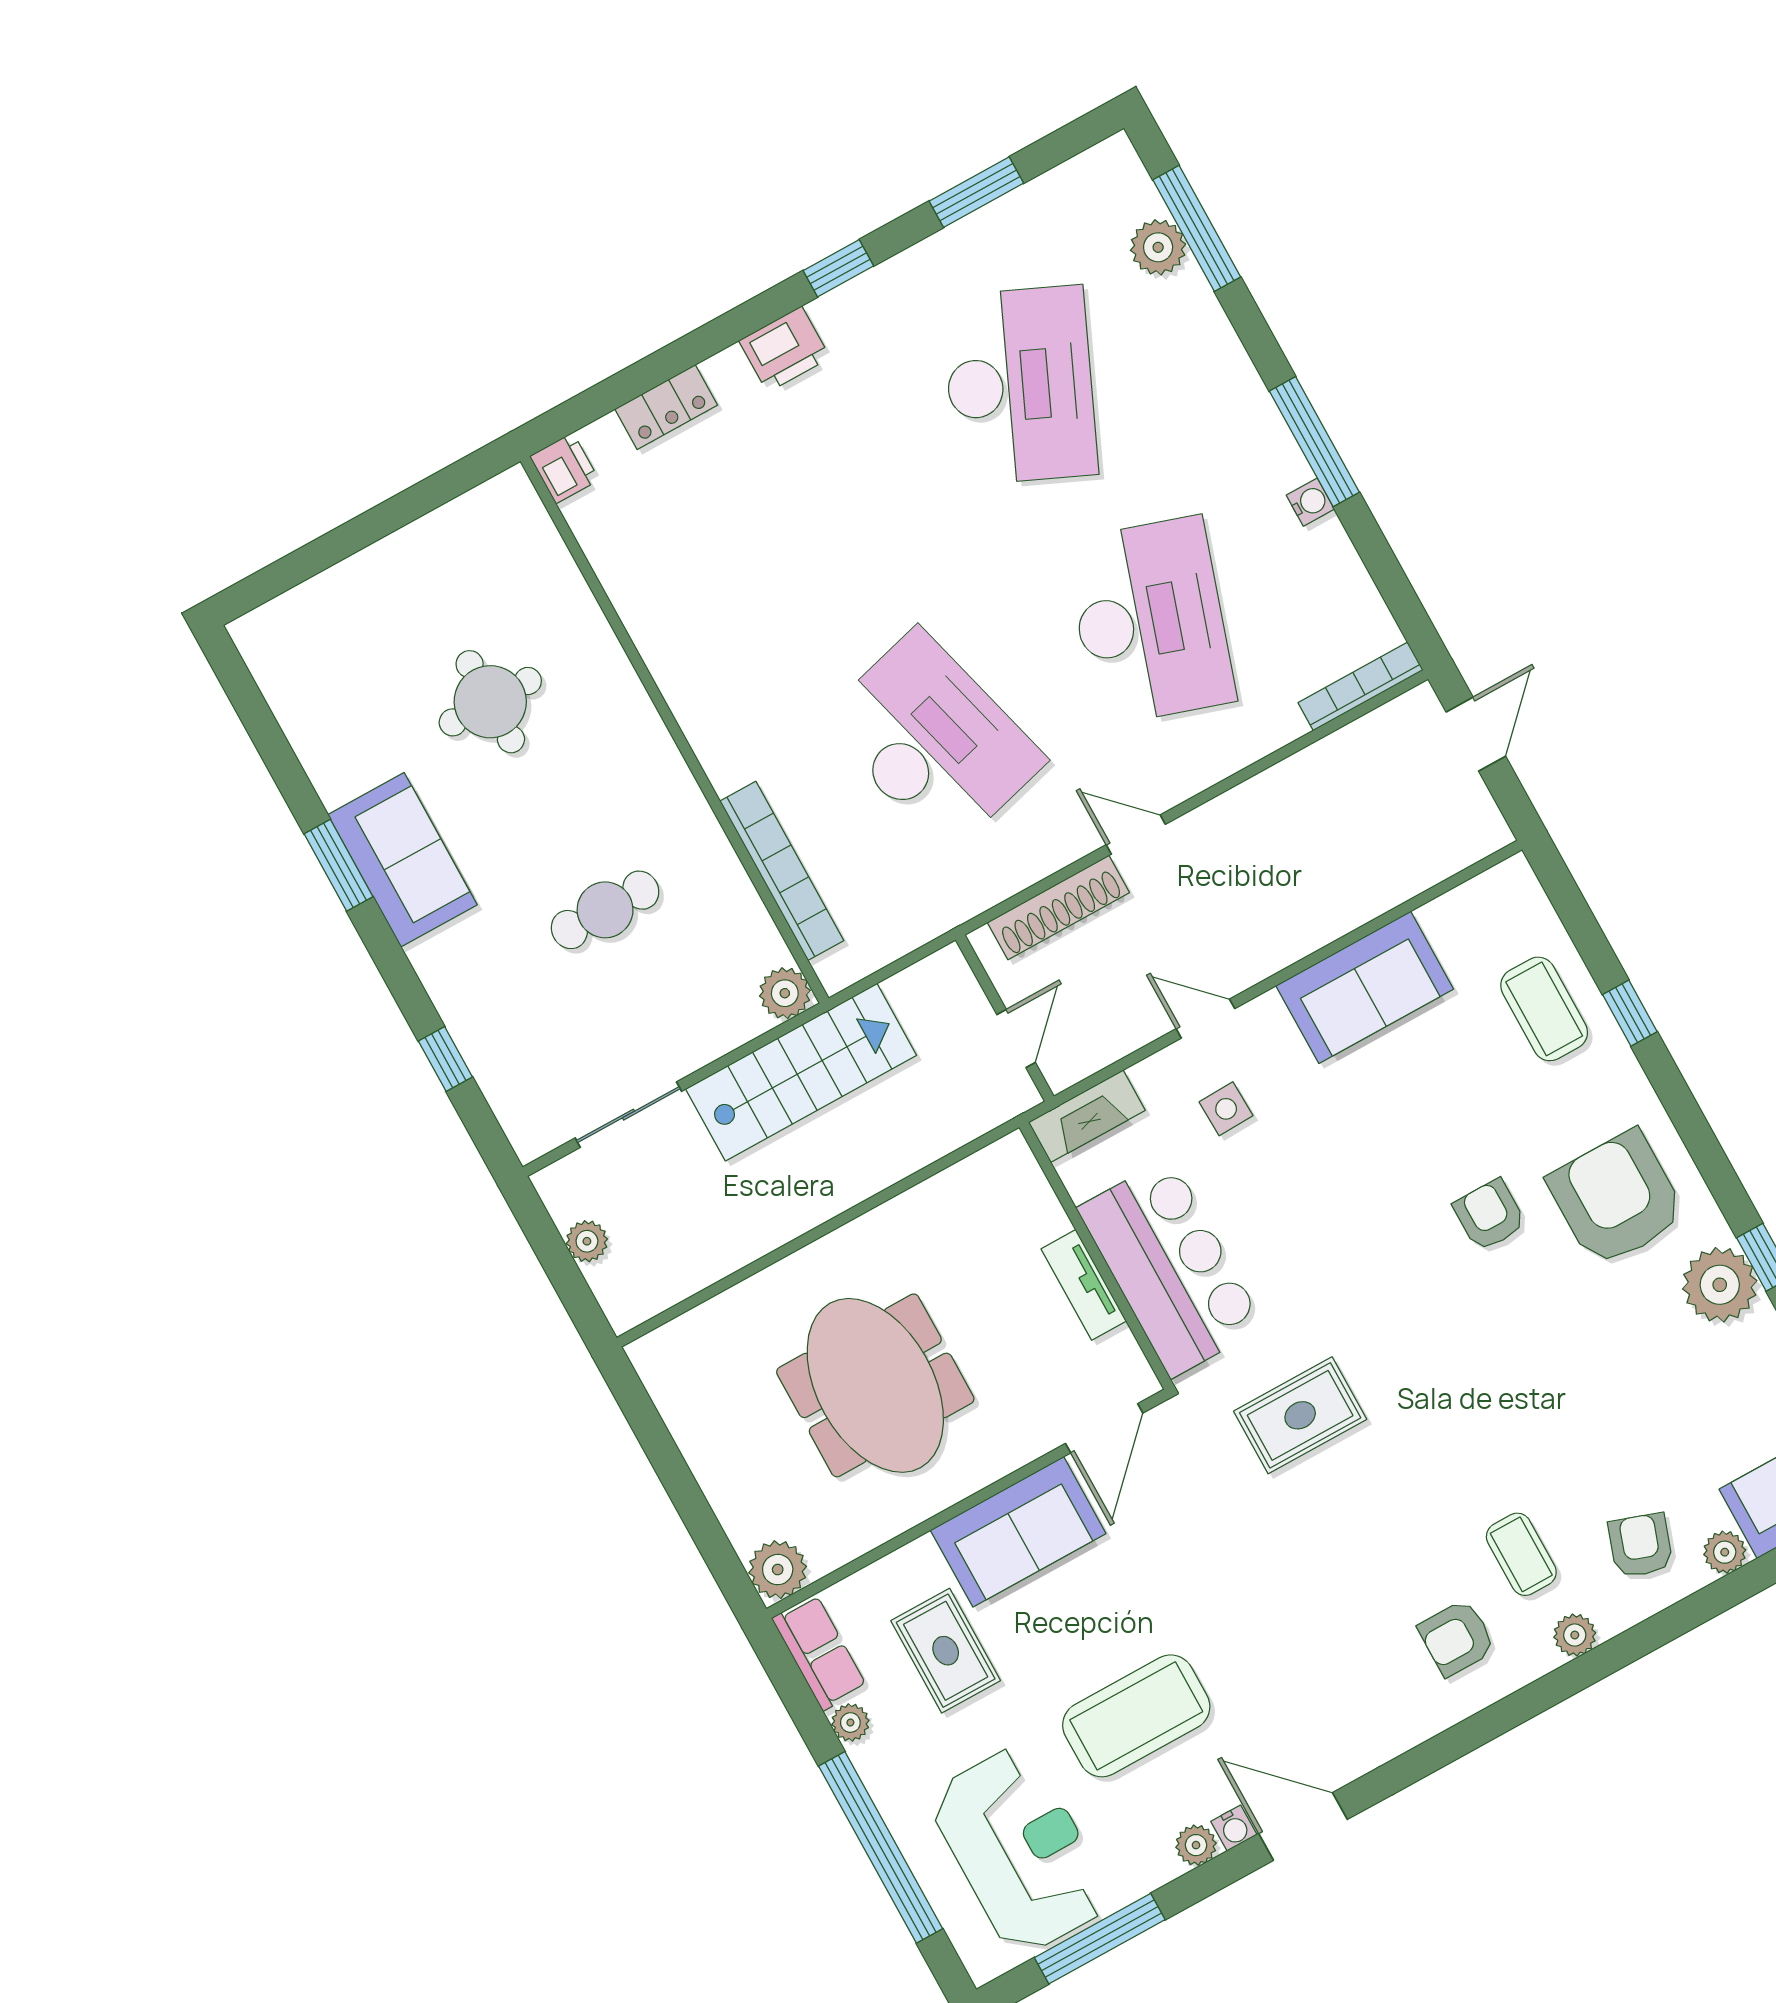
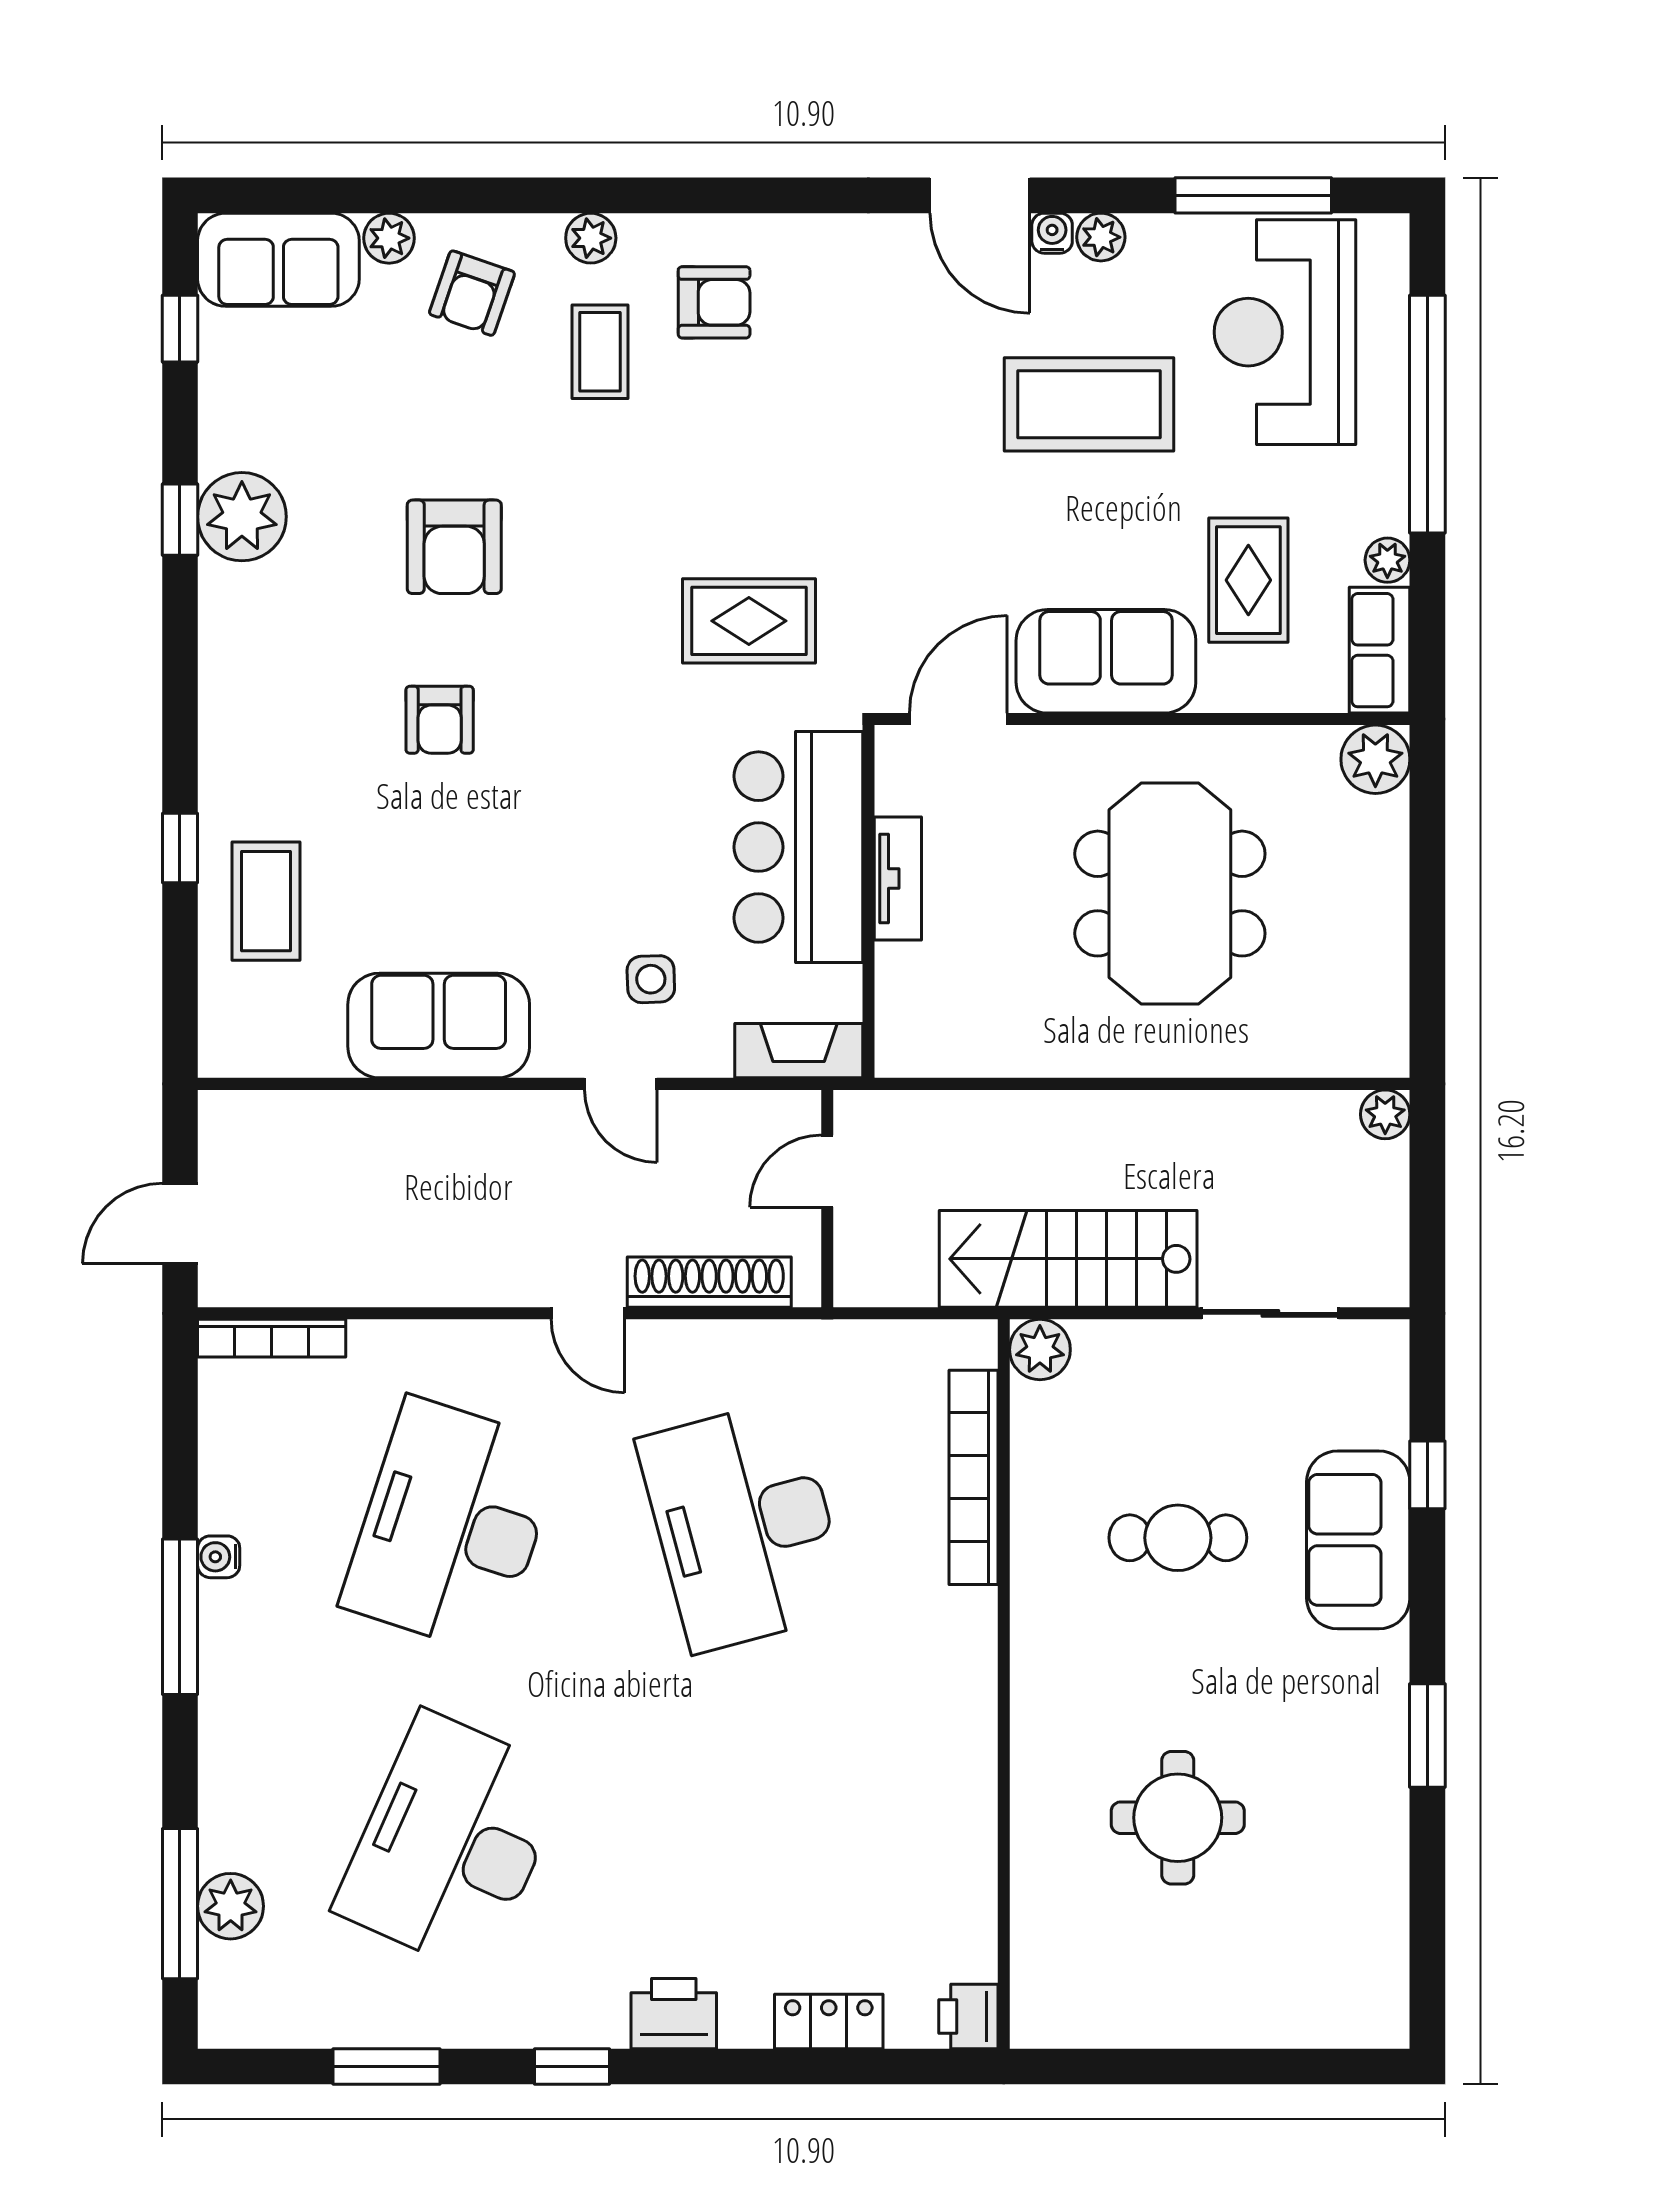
sofa: (402, 860) -> (1358, 1540), moved
armchair: (1617, 1199) -> (454, 547), moved, width x0.73, depth x0.73
plant: (587, 1241) -> (1385, 1114), moved

